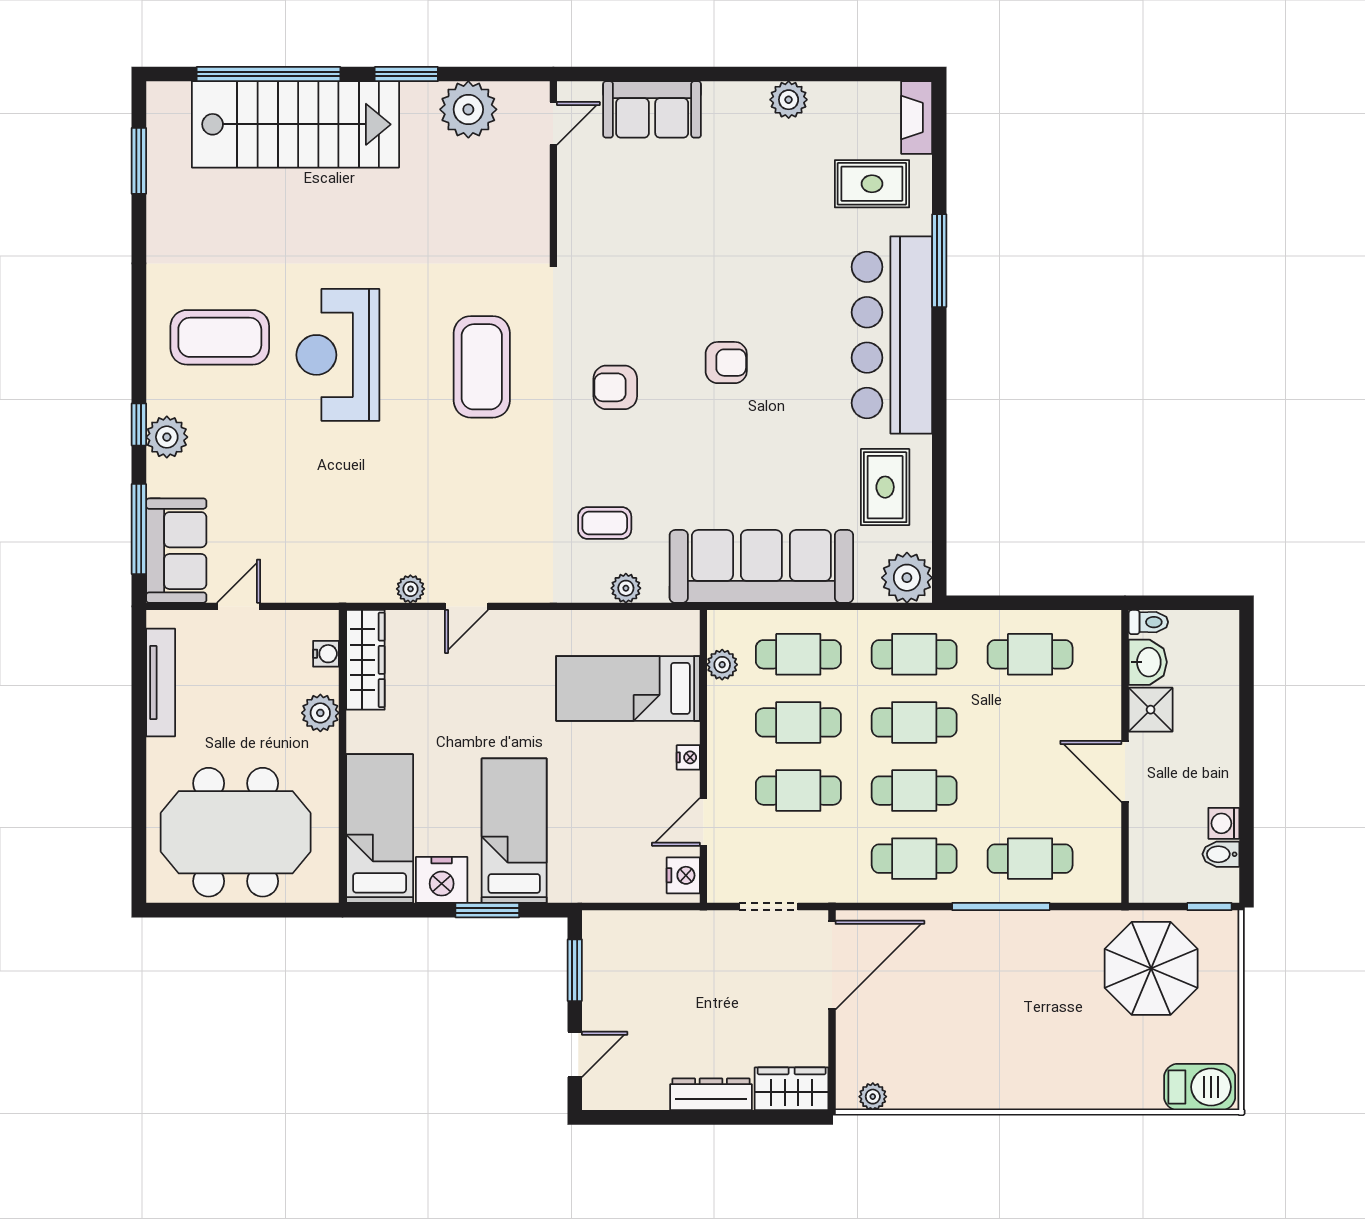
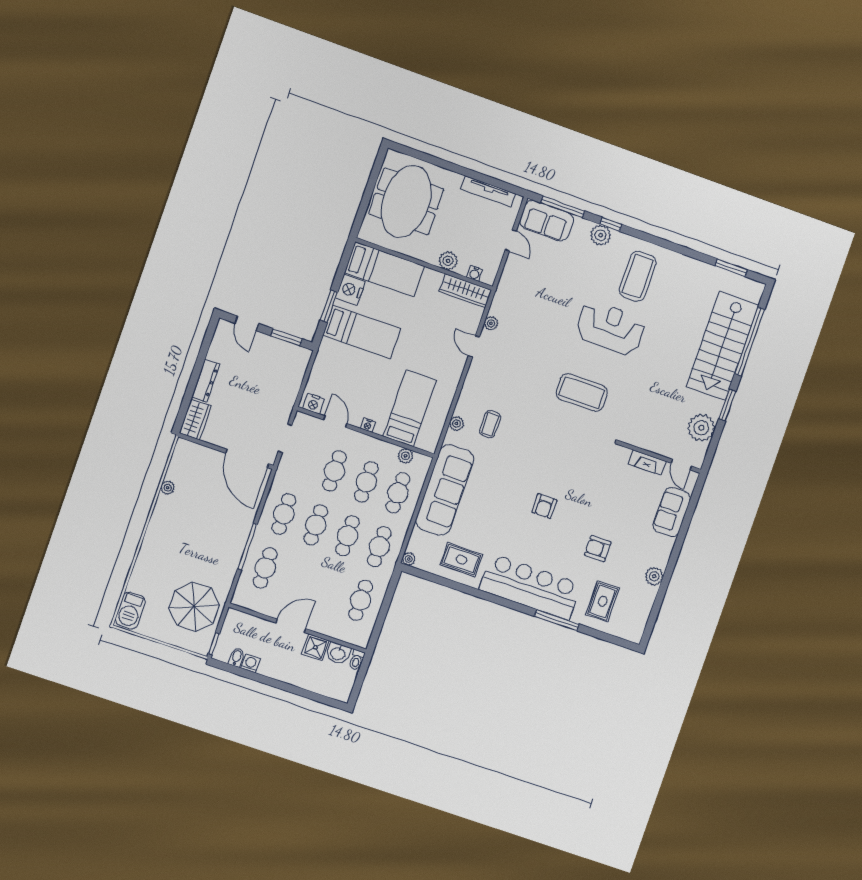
fireplace: (917, 117) -> (647, 463), moved, turned 180
armchair: (615, 387) -> (598, 549), moved, turned -90
plant: (907, 578) -> (409, 559), width x0.53, depth x0.53
plant: (873, 1097) -> (168, 488), moved

